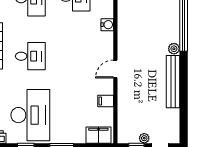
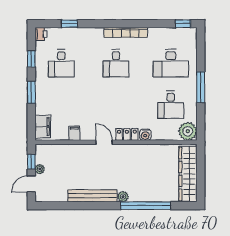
locker: (107, 45) -> (127, 134), added
desk: (30, 115) -> (61, 63), width x0.53, depth x0.77

